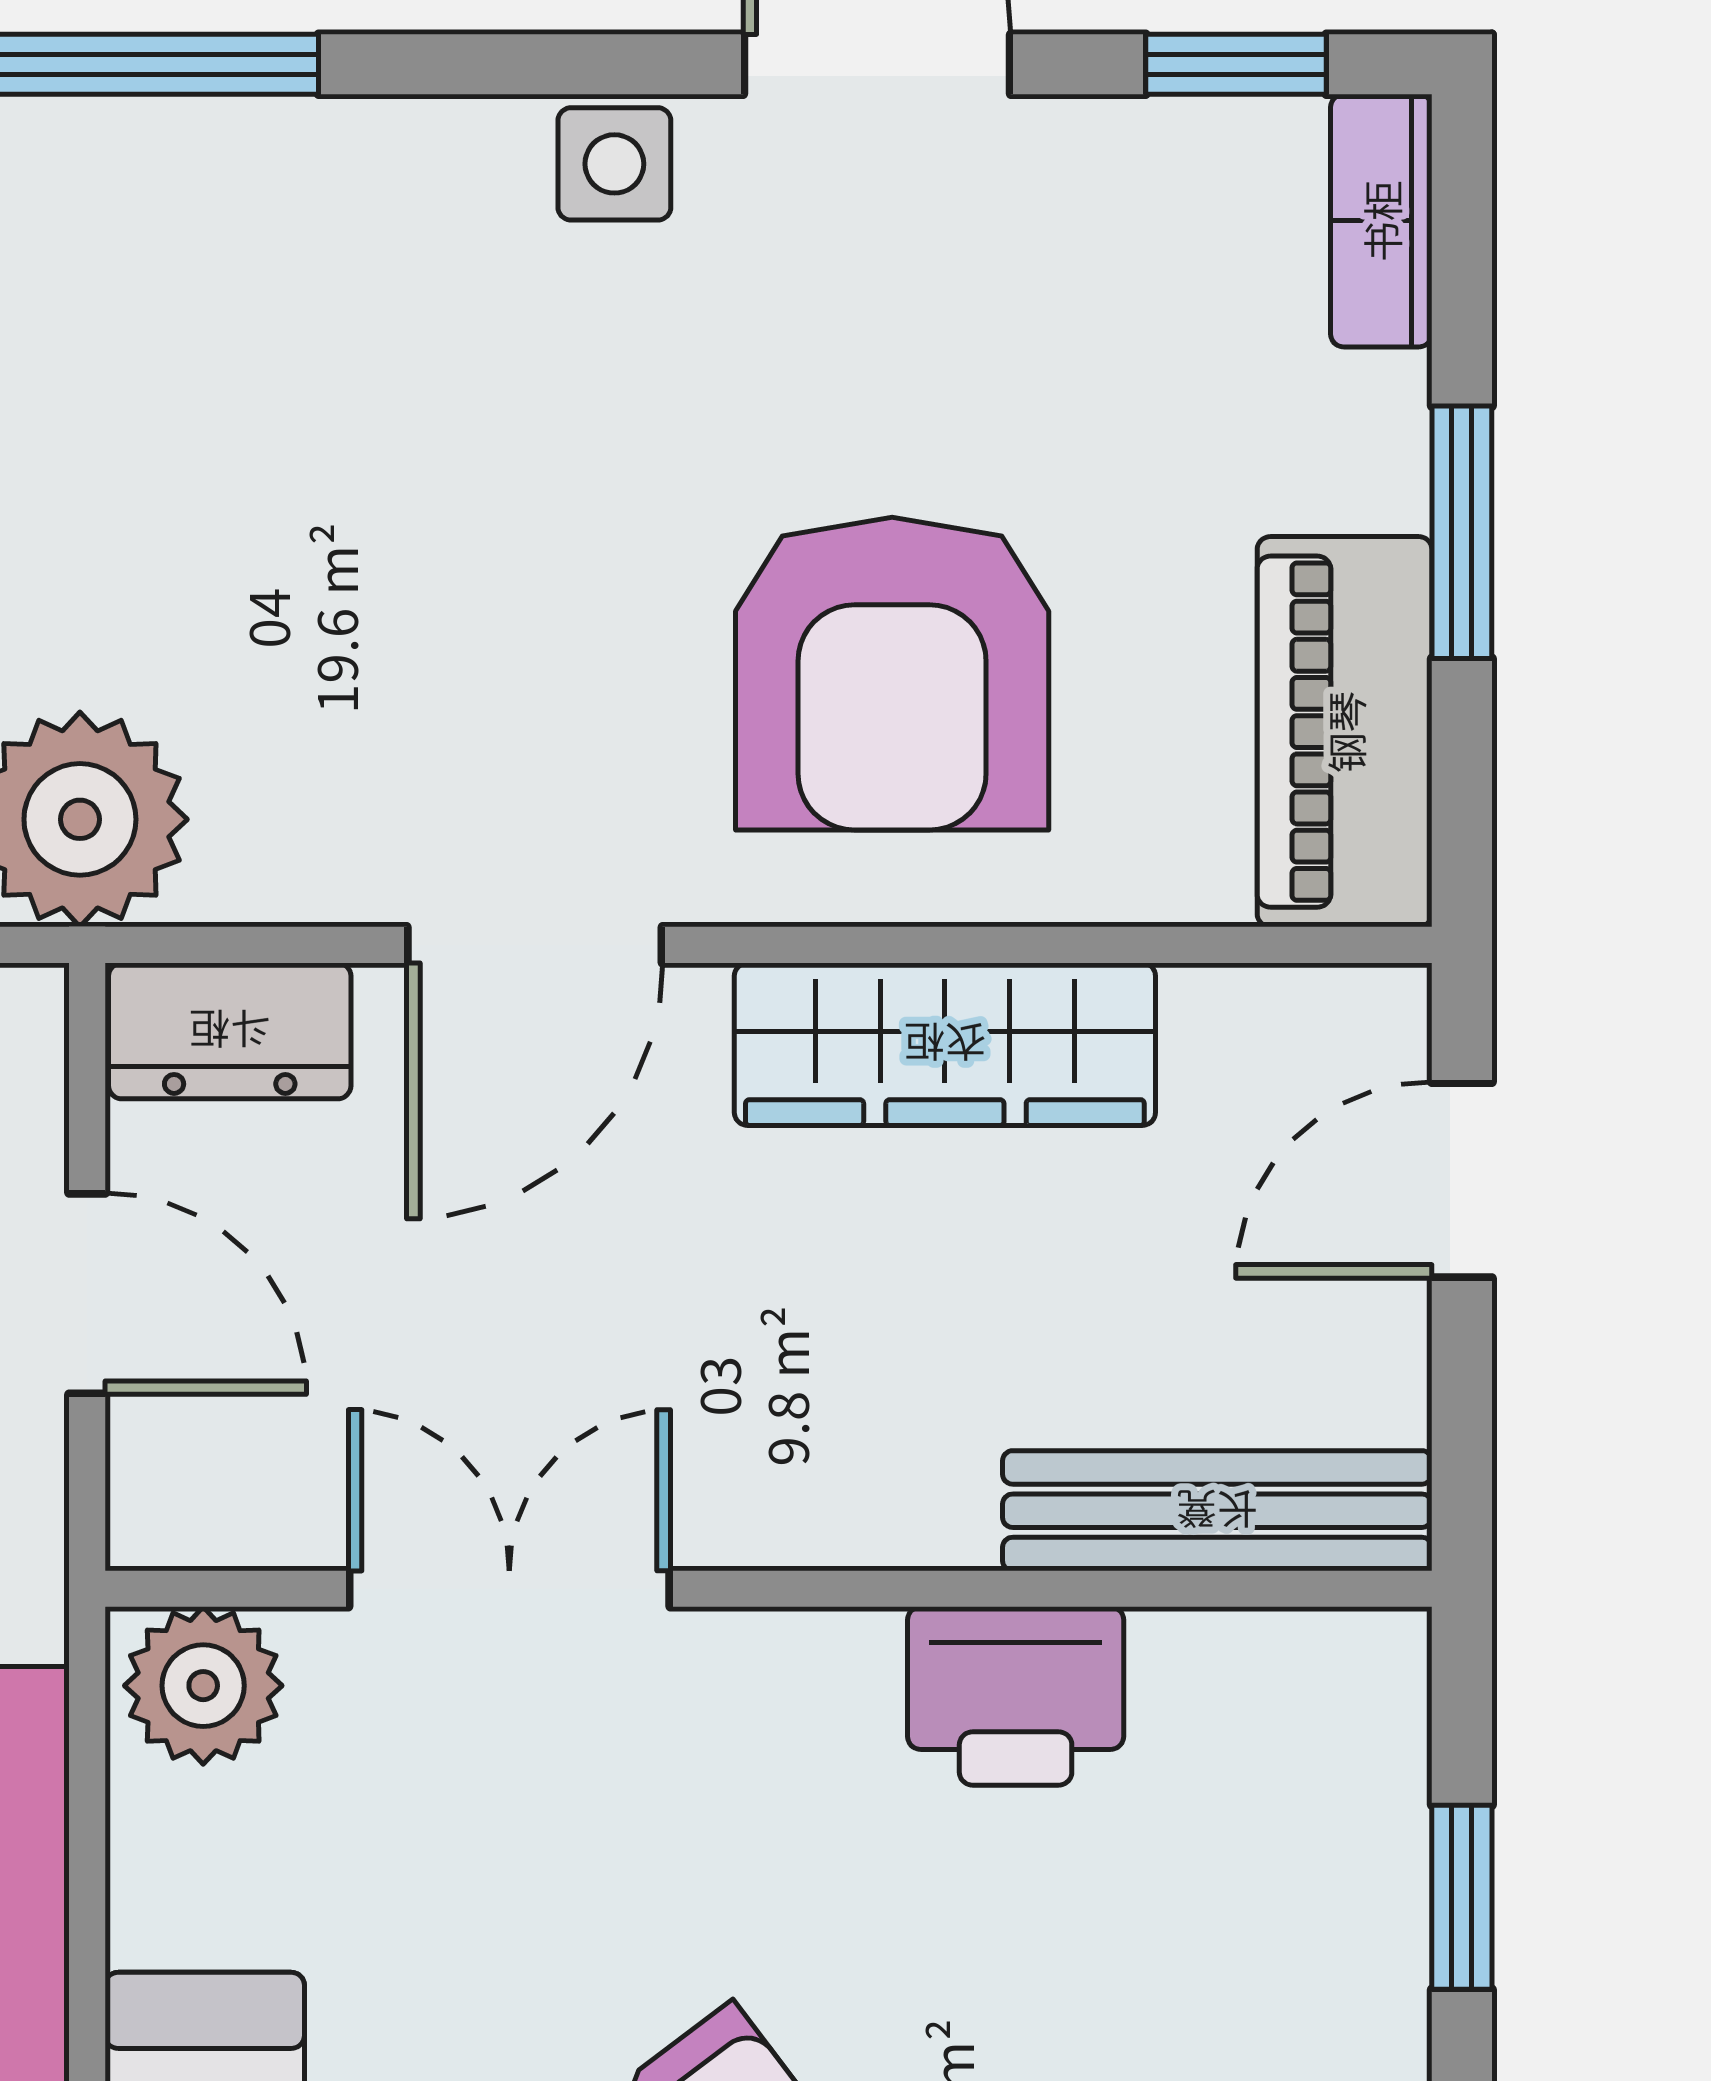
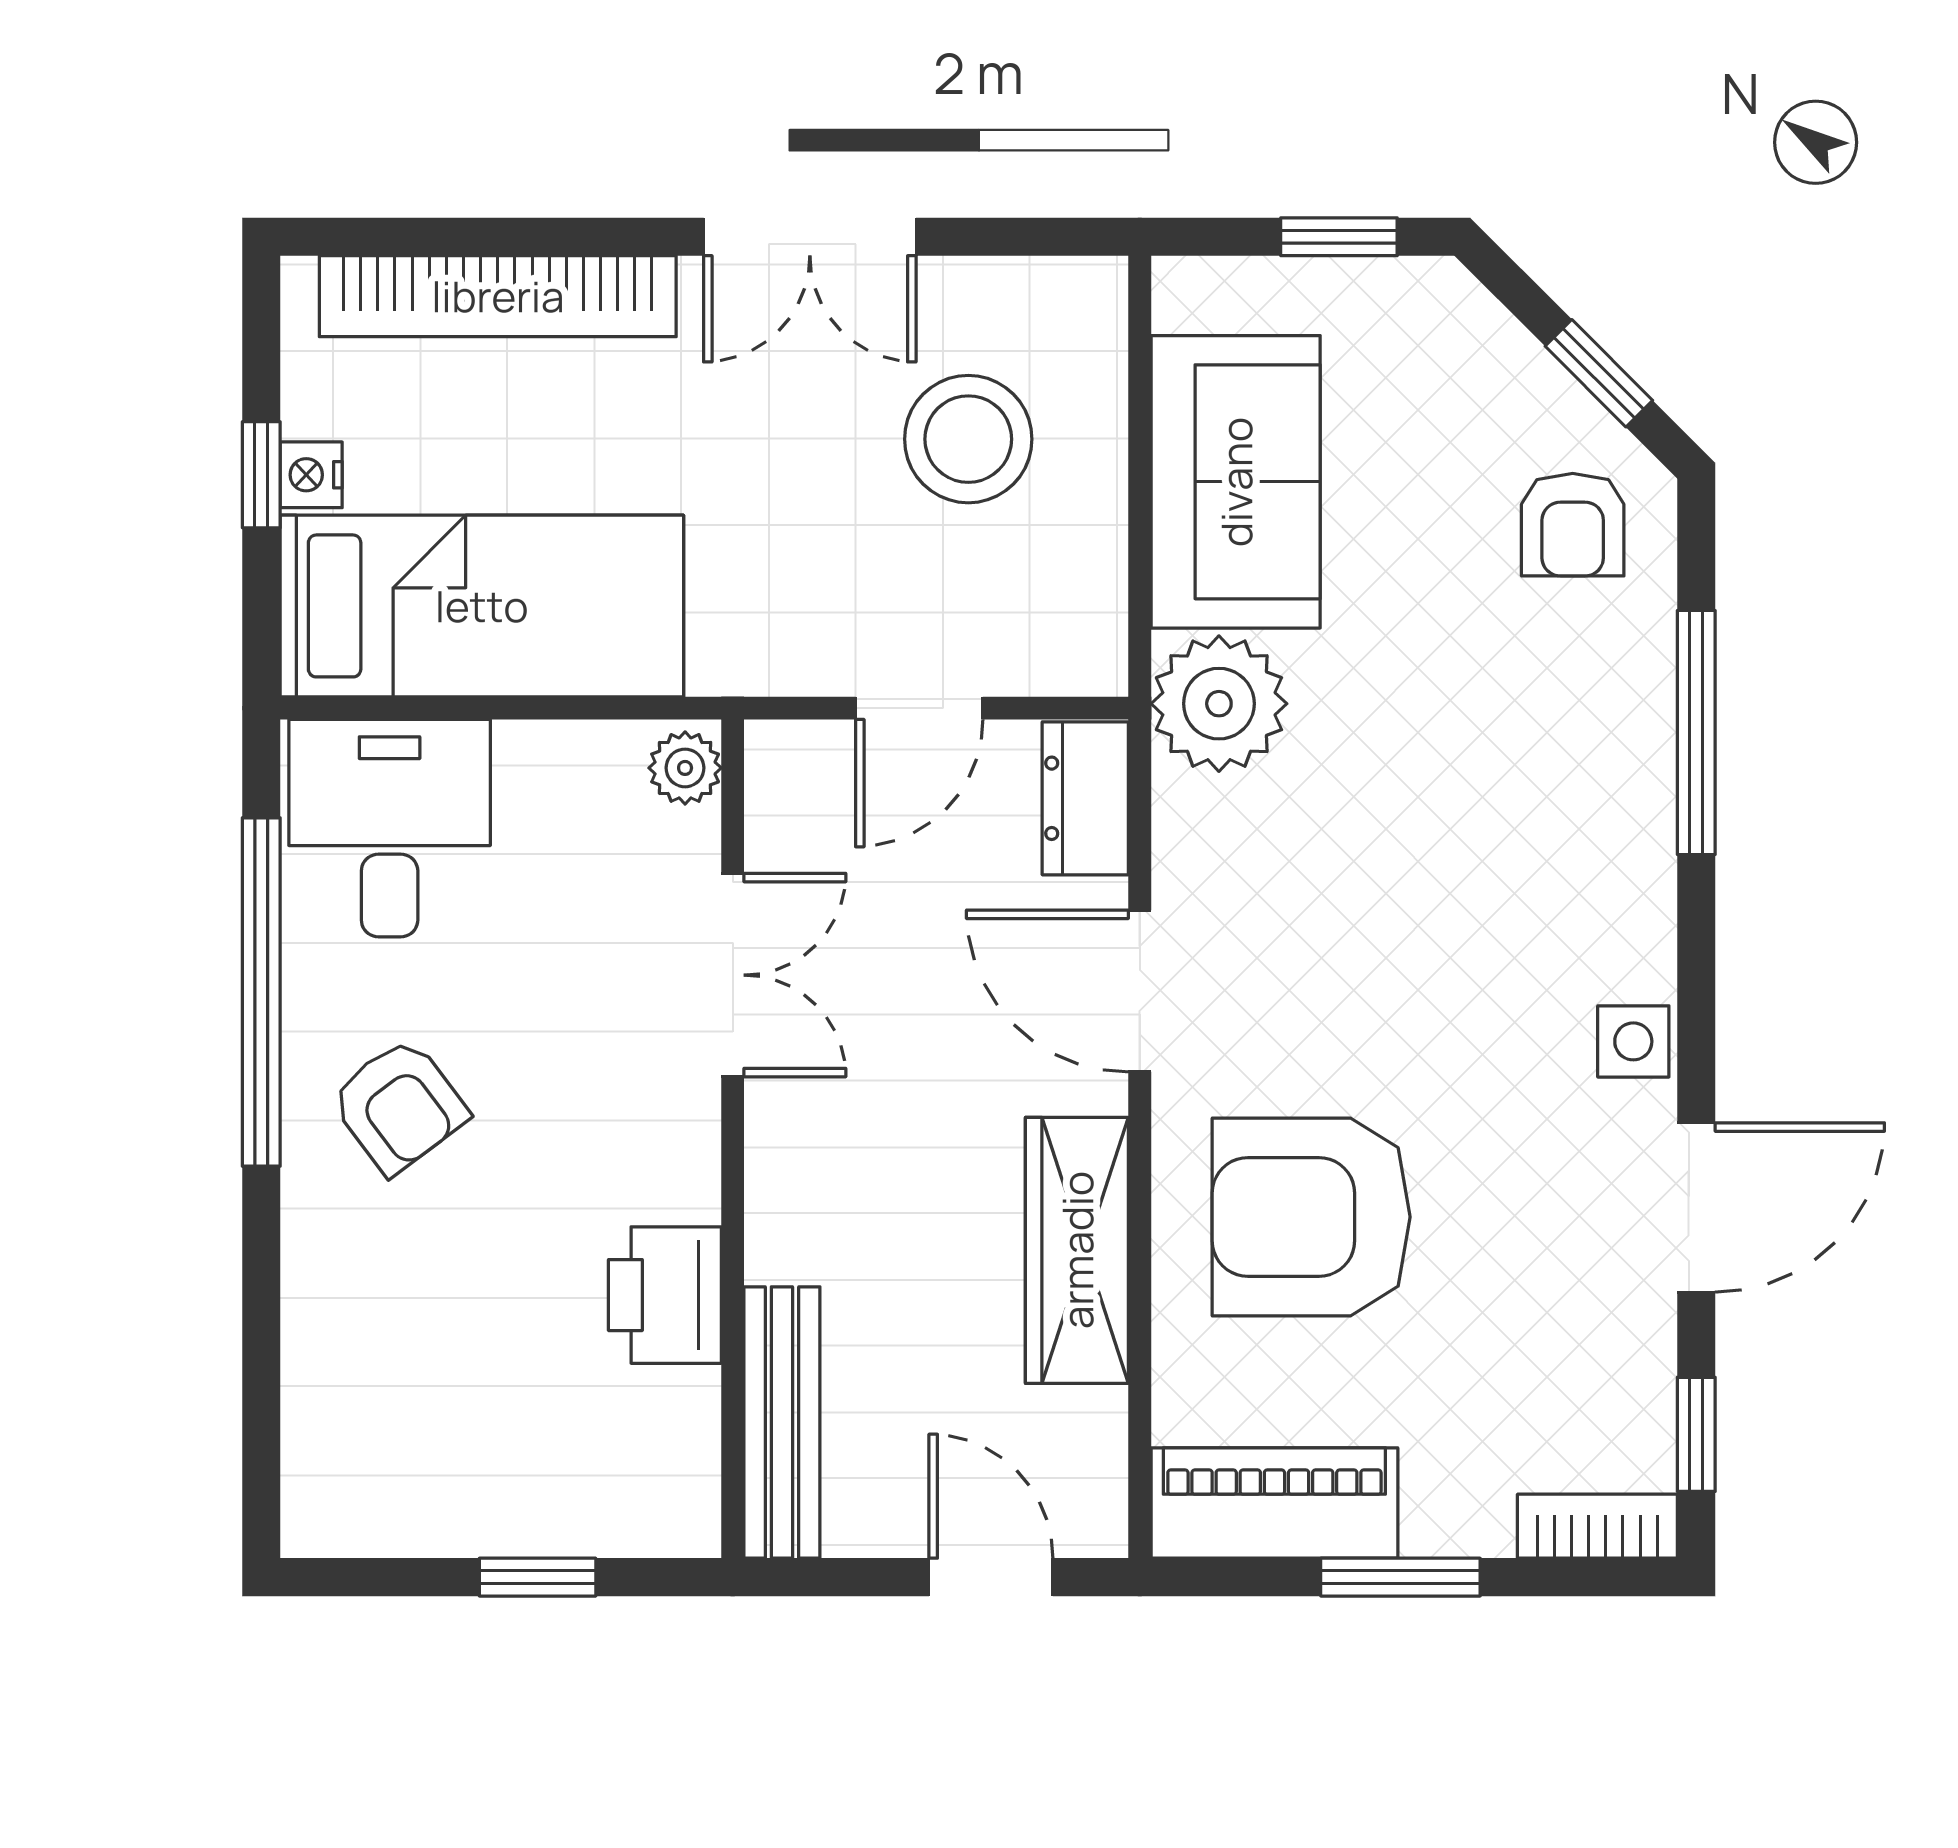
plant: (203, 1686) -> (685, 768), width x0.73, depth x0.73

